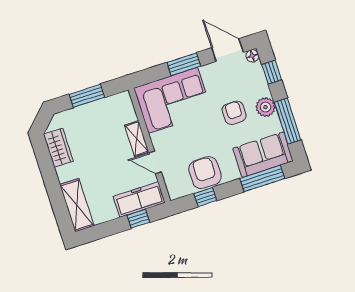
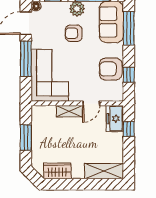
window: (184, 64) -> (26, 59), width x1.44
freezer: (139, 200) -> (115, 119), width x0.71

